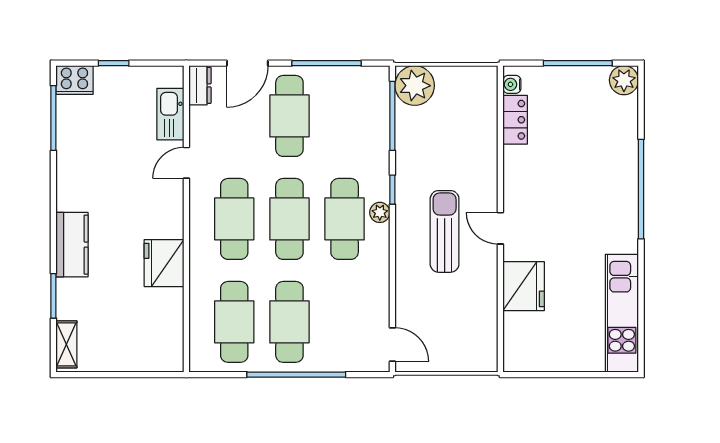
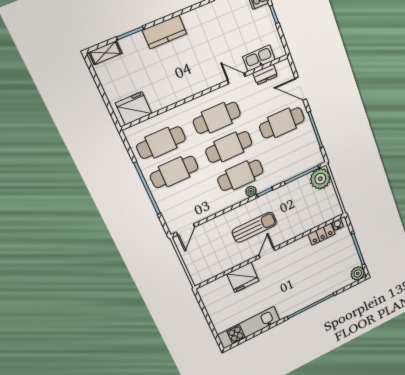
dresser: (200, 85) -> (265, 75), moved
fridge: (164, 263) -> (134, 108), moved

